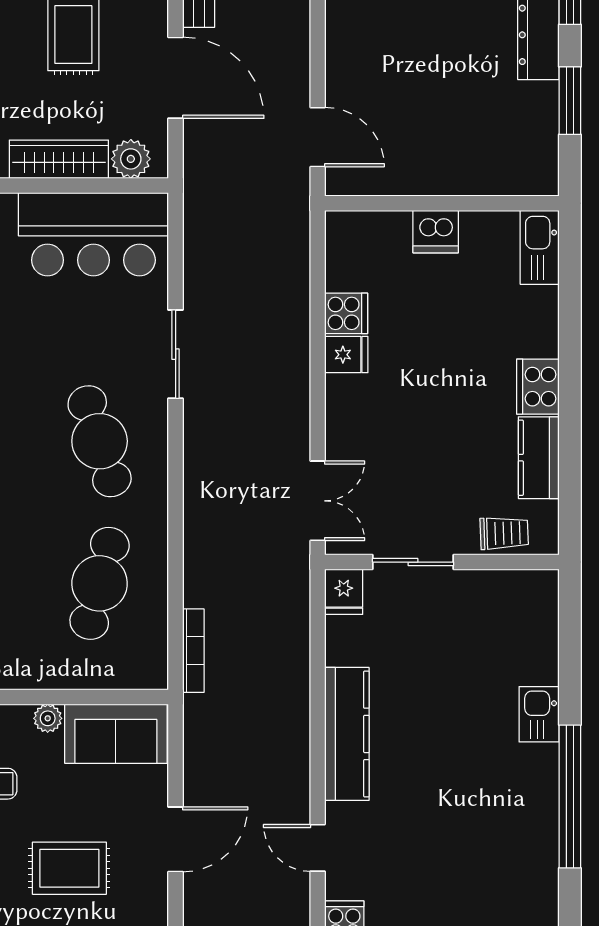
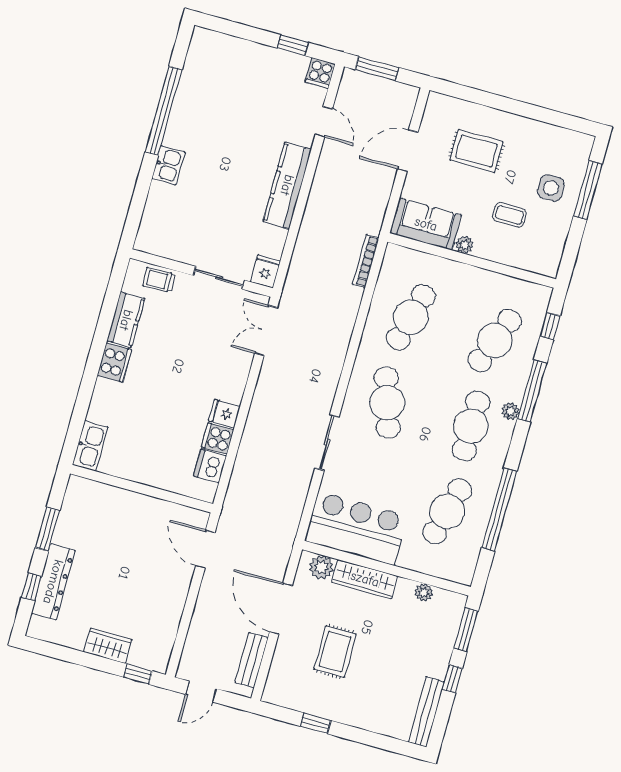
dishwasher: (436, 232) -> (210, 466), moved, turned -90

